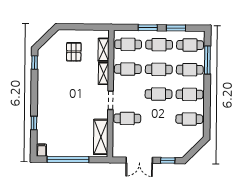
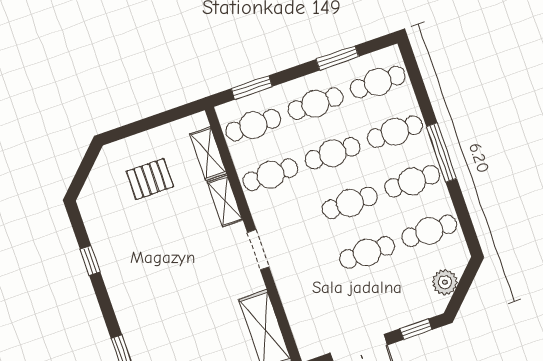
window: (148, 28) -> (252, 88), moved
pallet: (74, 52) -> (150, 179), turned 90
window: (207, 60) -> (442, 153), moved
window: (35, 63) -> (90, 261), moved
cafe table: (127, 118) -> (367, 252), moved
plant: (188, 144) -> (445, 282), added

